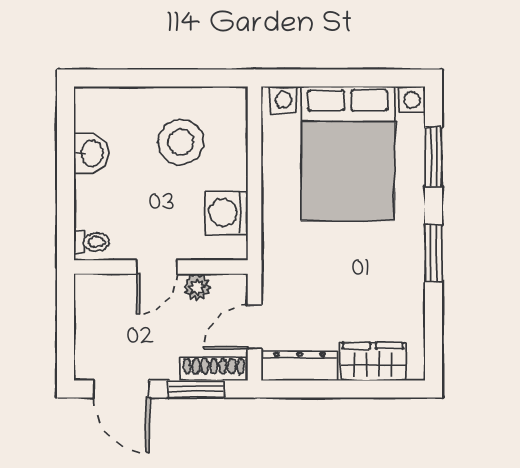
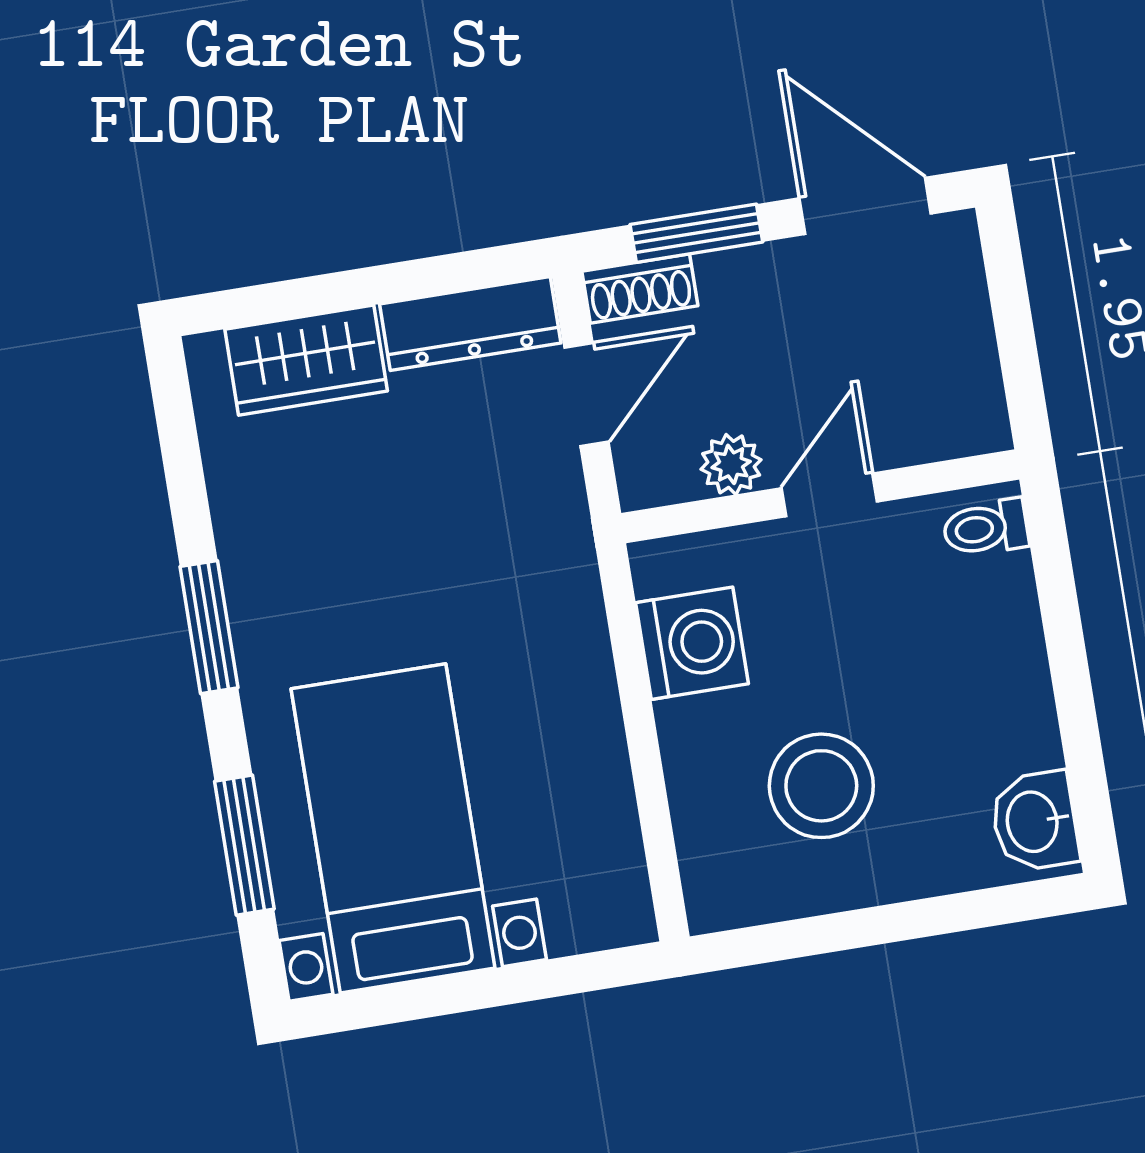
washbasin: (91, 153) -> (1034, 821), moved
bed with nightstands: (348, 154) -> (393, 828), width x0.73
shoe rack: (214, 369) -> (640, 289), width x0.70

